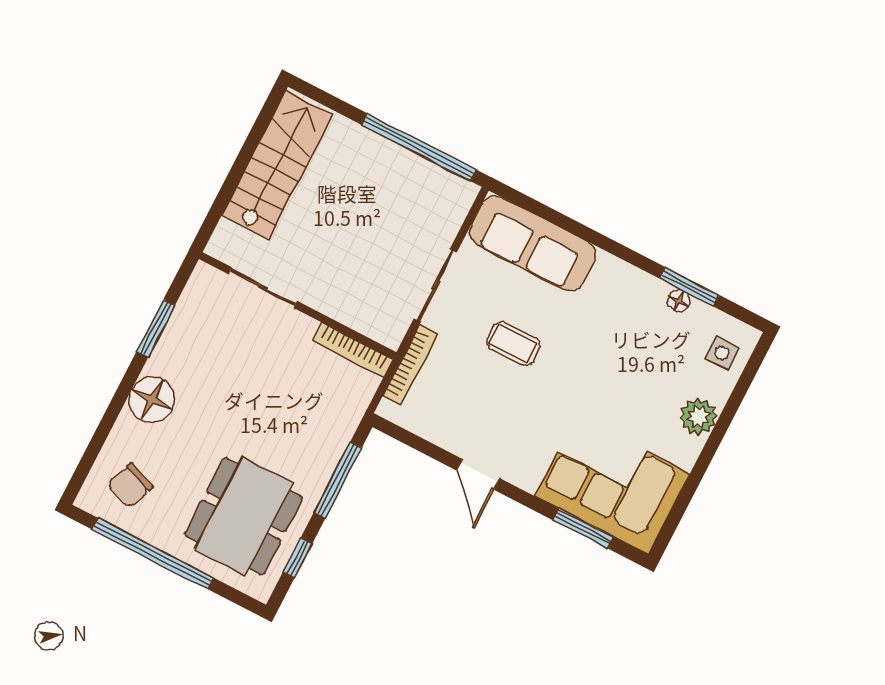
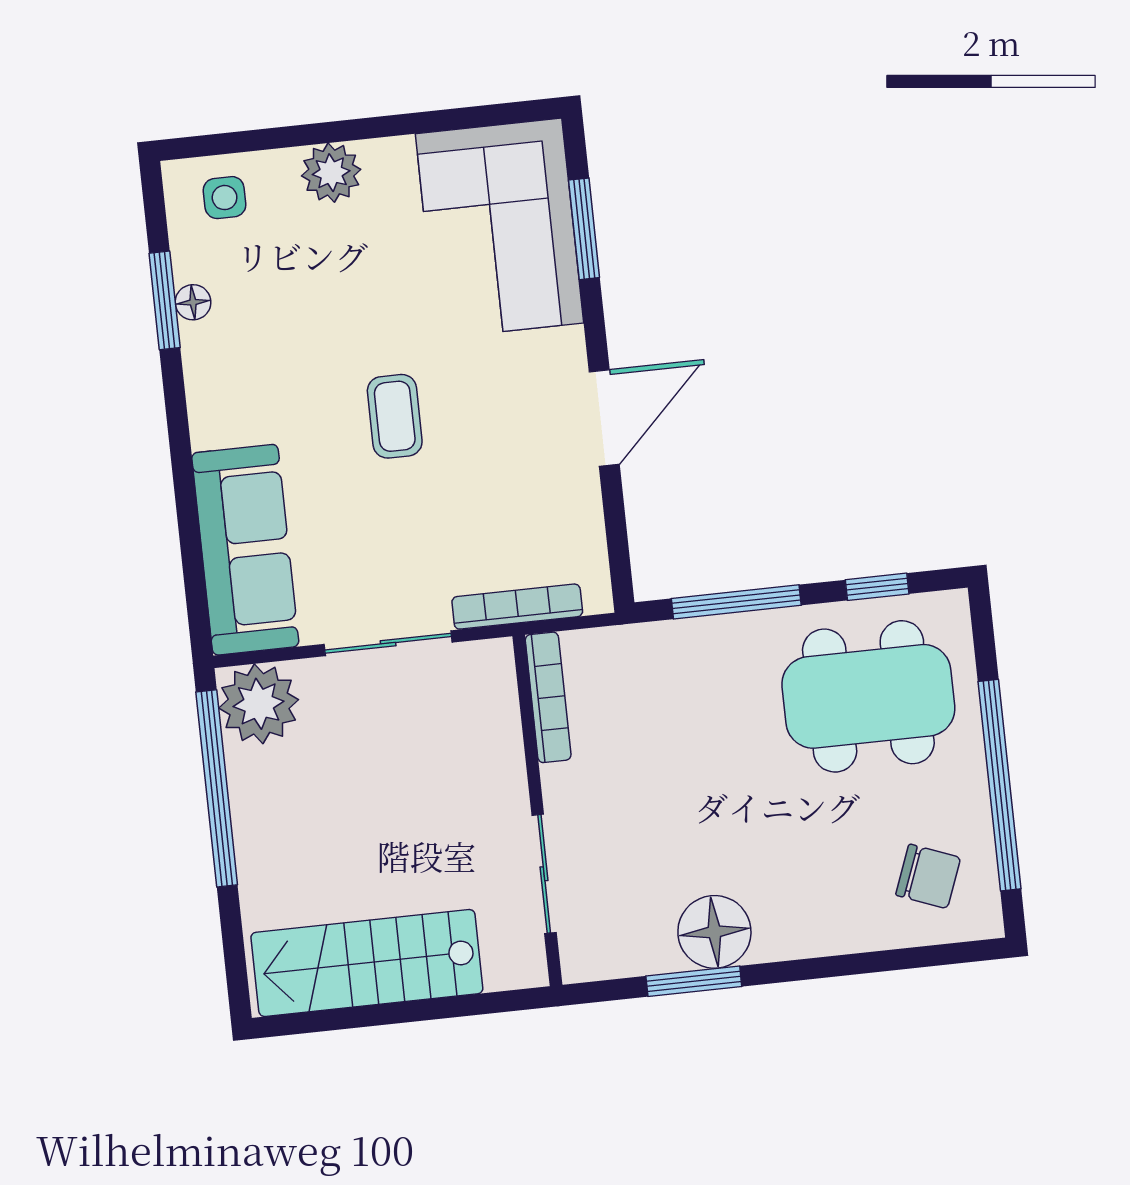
plant: (448, 198) -> (259, 704), added
coffee table: (514, 344) -> (395, 416), moved
floor lamp: (152, 400) -> (714, 932), moved
door: (478, 474) -> (604, 418), width x1.38

